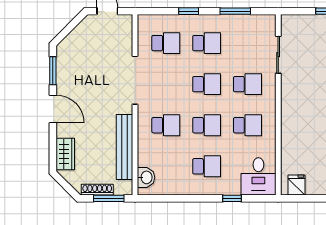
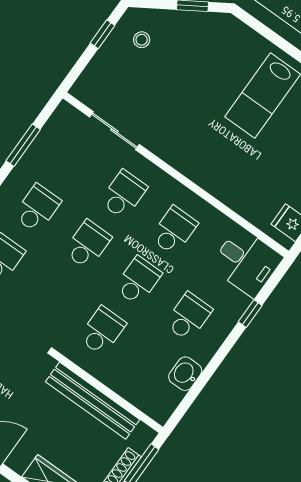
washbasin: (146, 177) -> (185, 374), moved, turned -90

